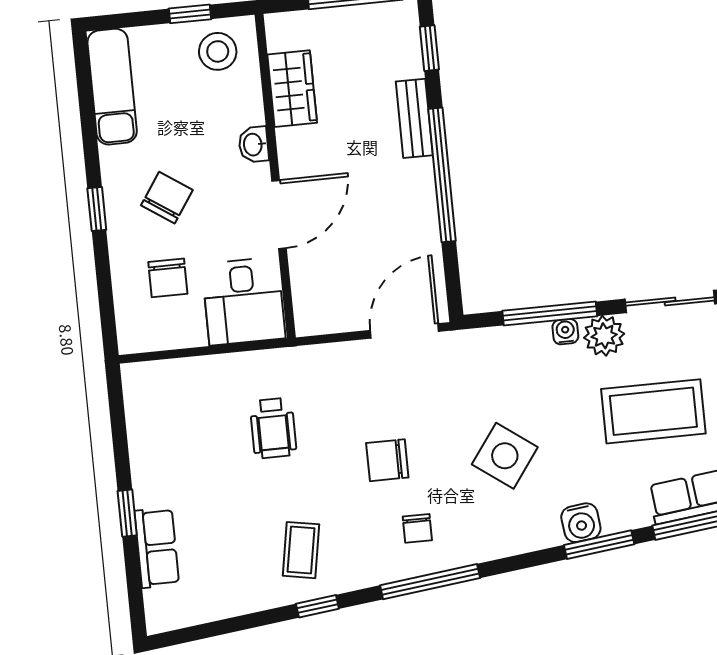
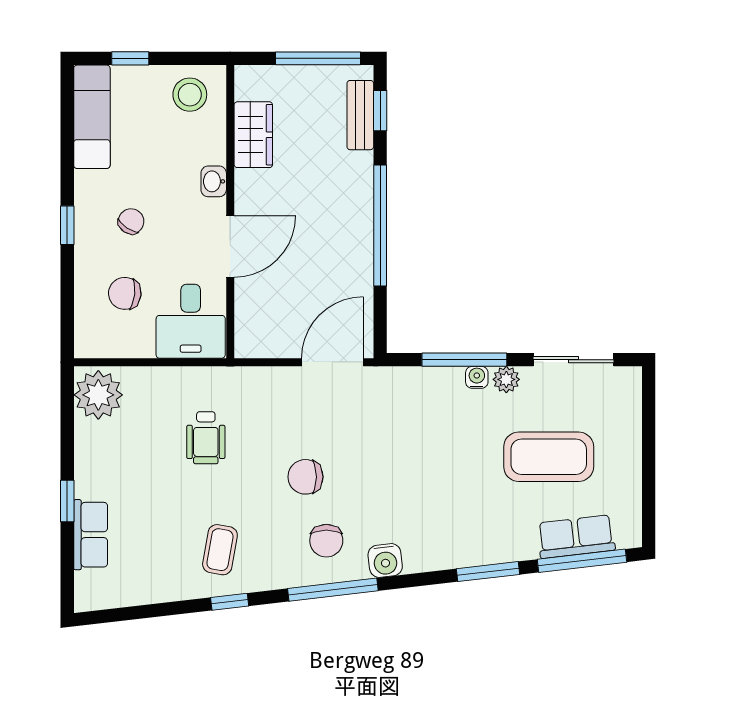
window: (190, 14) -> (130, 58), moved
bench: (414, 118) -> (360, 115), moved
chair: (167, 198) -> (131, 221), width x0.73, depth x0.73
chair: (168, 278) -> (125, 293), turned 96
plant: (604, 336) -> (506, 379), width x0.73, depth x0.73
plant: (150, 393) -> (98, 395), added
side table: (505, 456) -> (411, 483), removed
water cooler: (581, 523) -> (385, 561), moved
chair: (417, 528) -> (326, 541), width x1.37, depth x1.37

